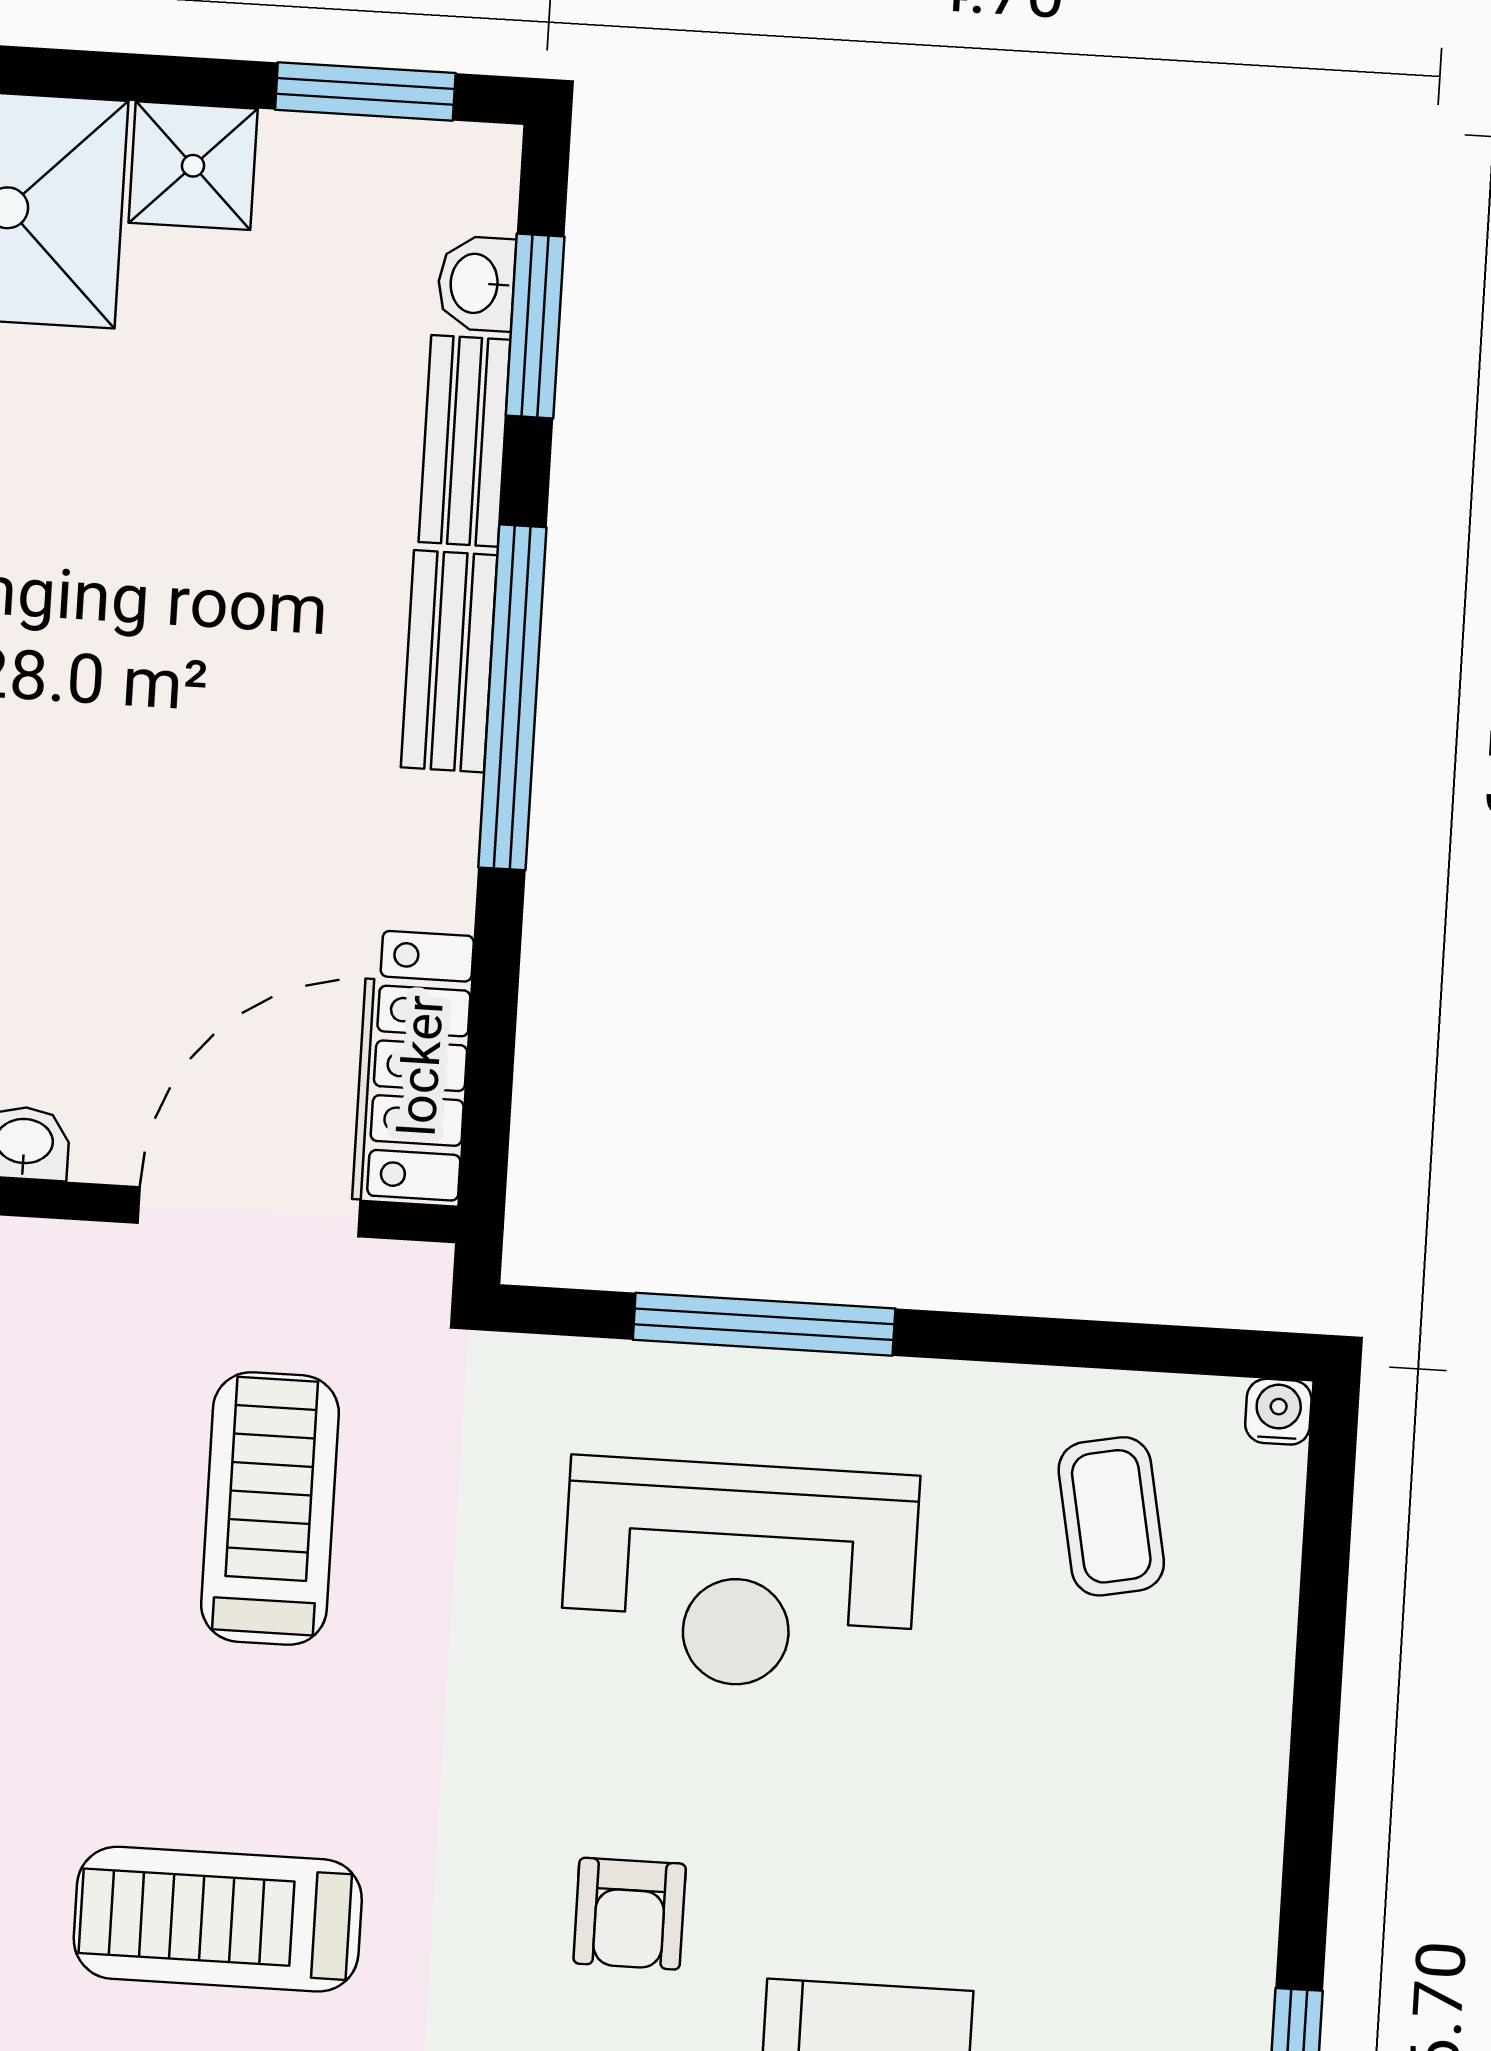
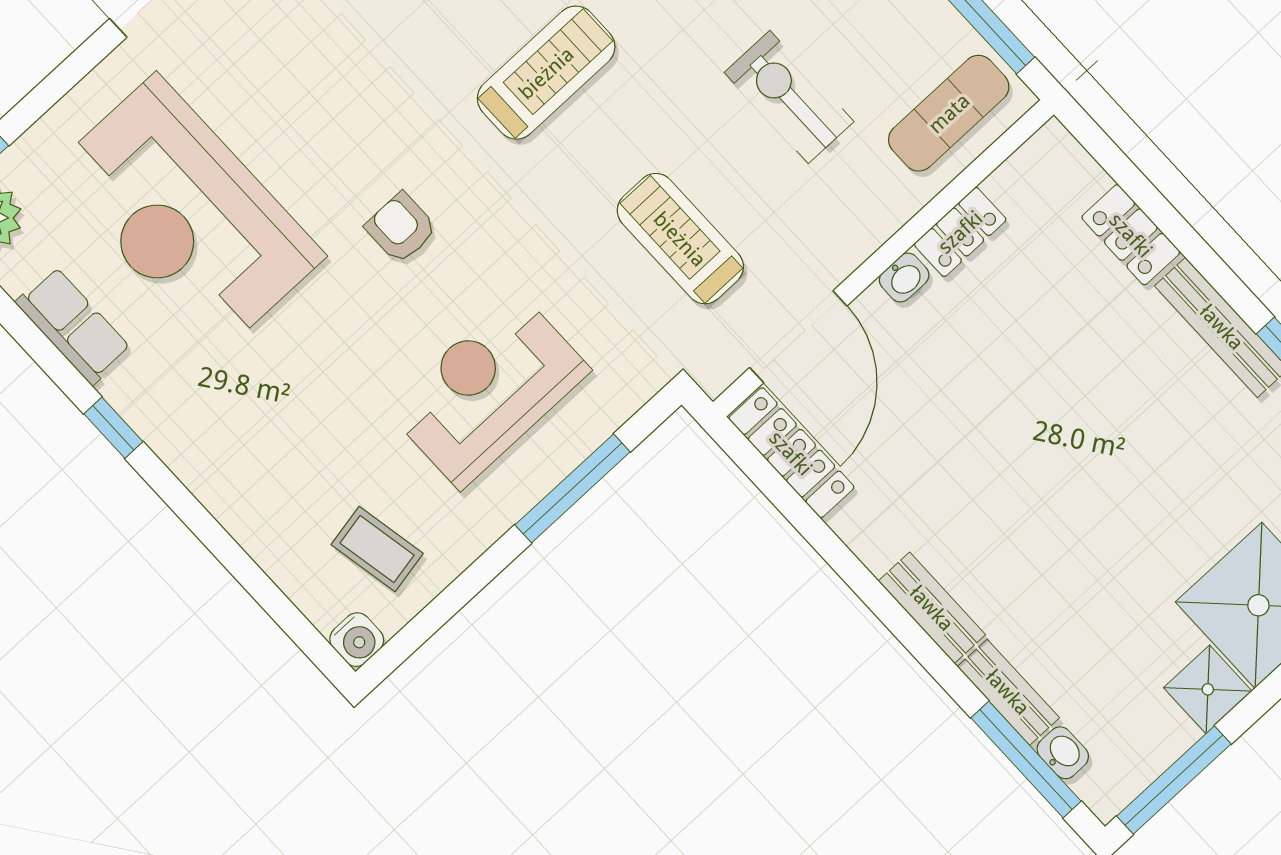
window: (365, 91) -> (1174, 780), width x1.44
window: (535, 326) -> (1026, 759), width x1.44
window: (512, 697) -> (896, 618), removed
water cooler: (1278, 1412) -> (357, 640), width x1.38, depth x1.38
treadmill: (270, 1509) -> (680, 239), turned 180

